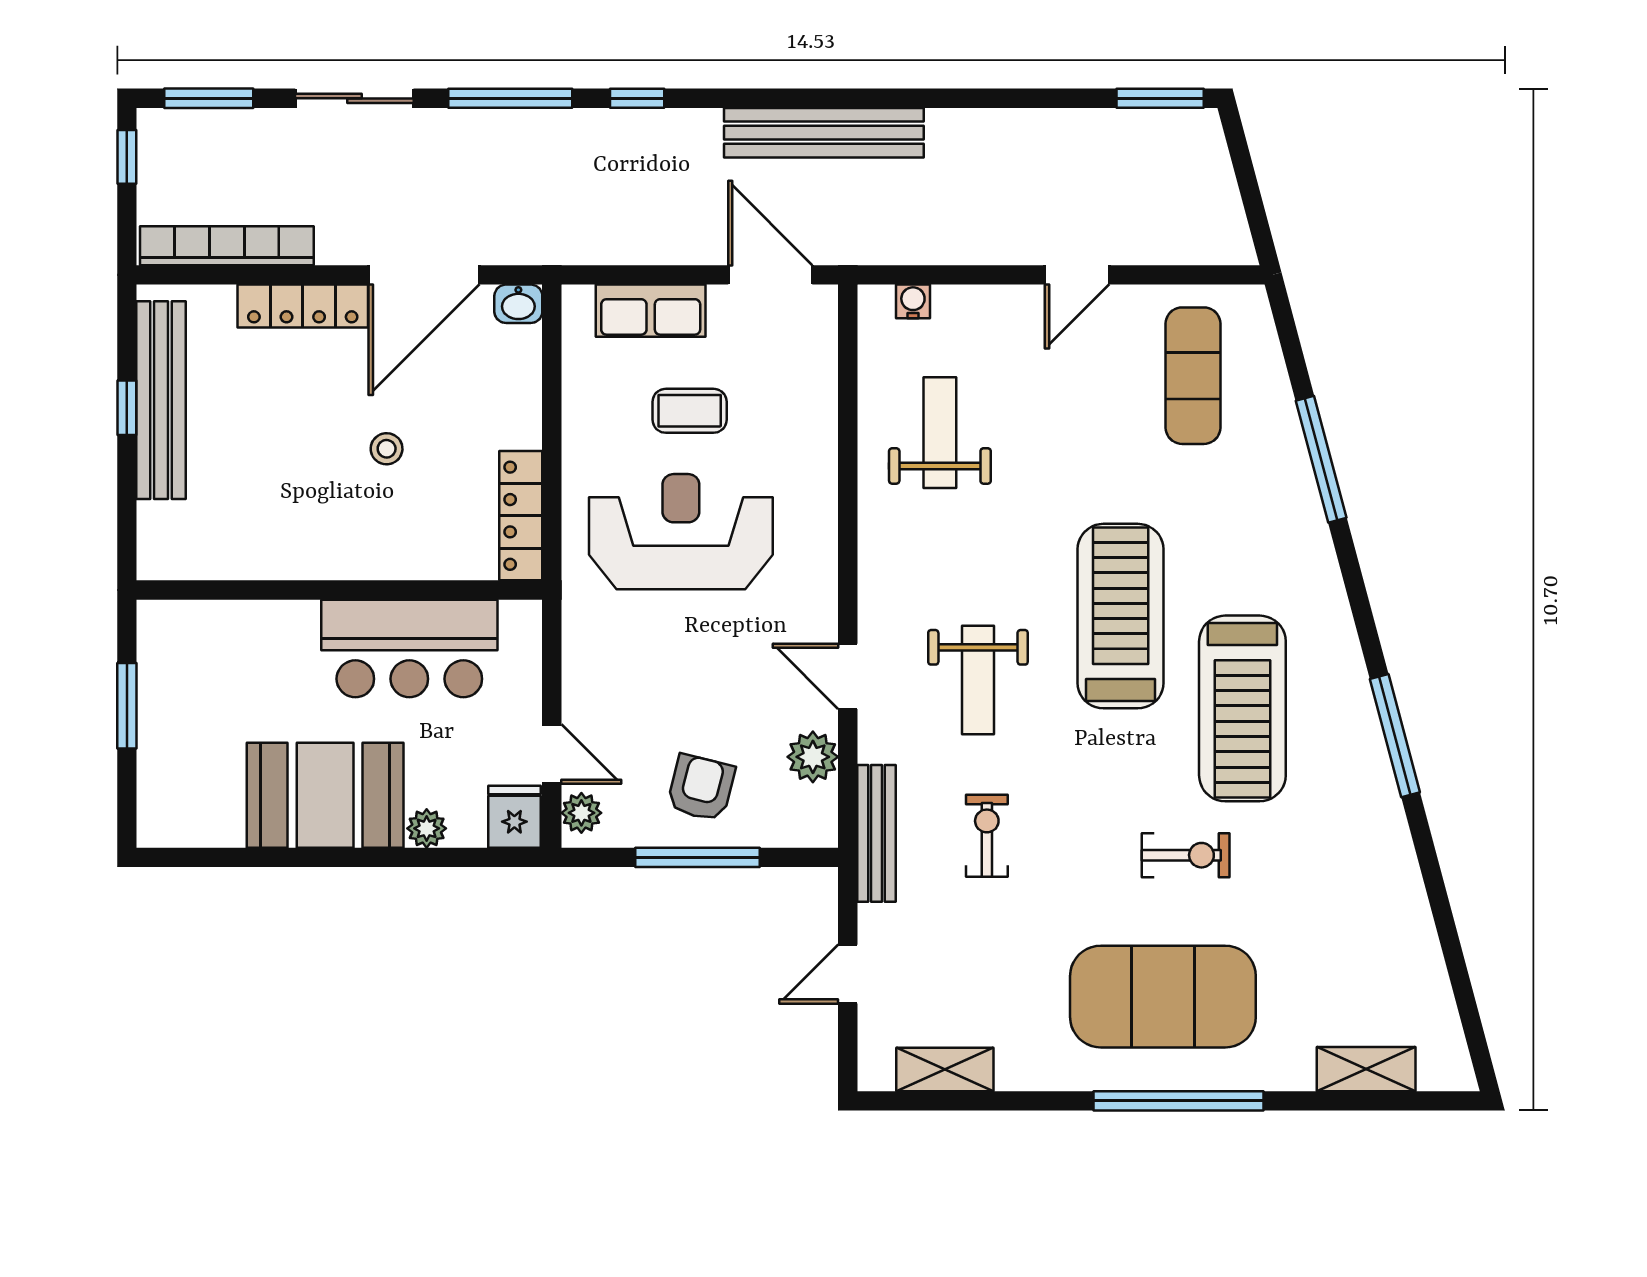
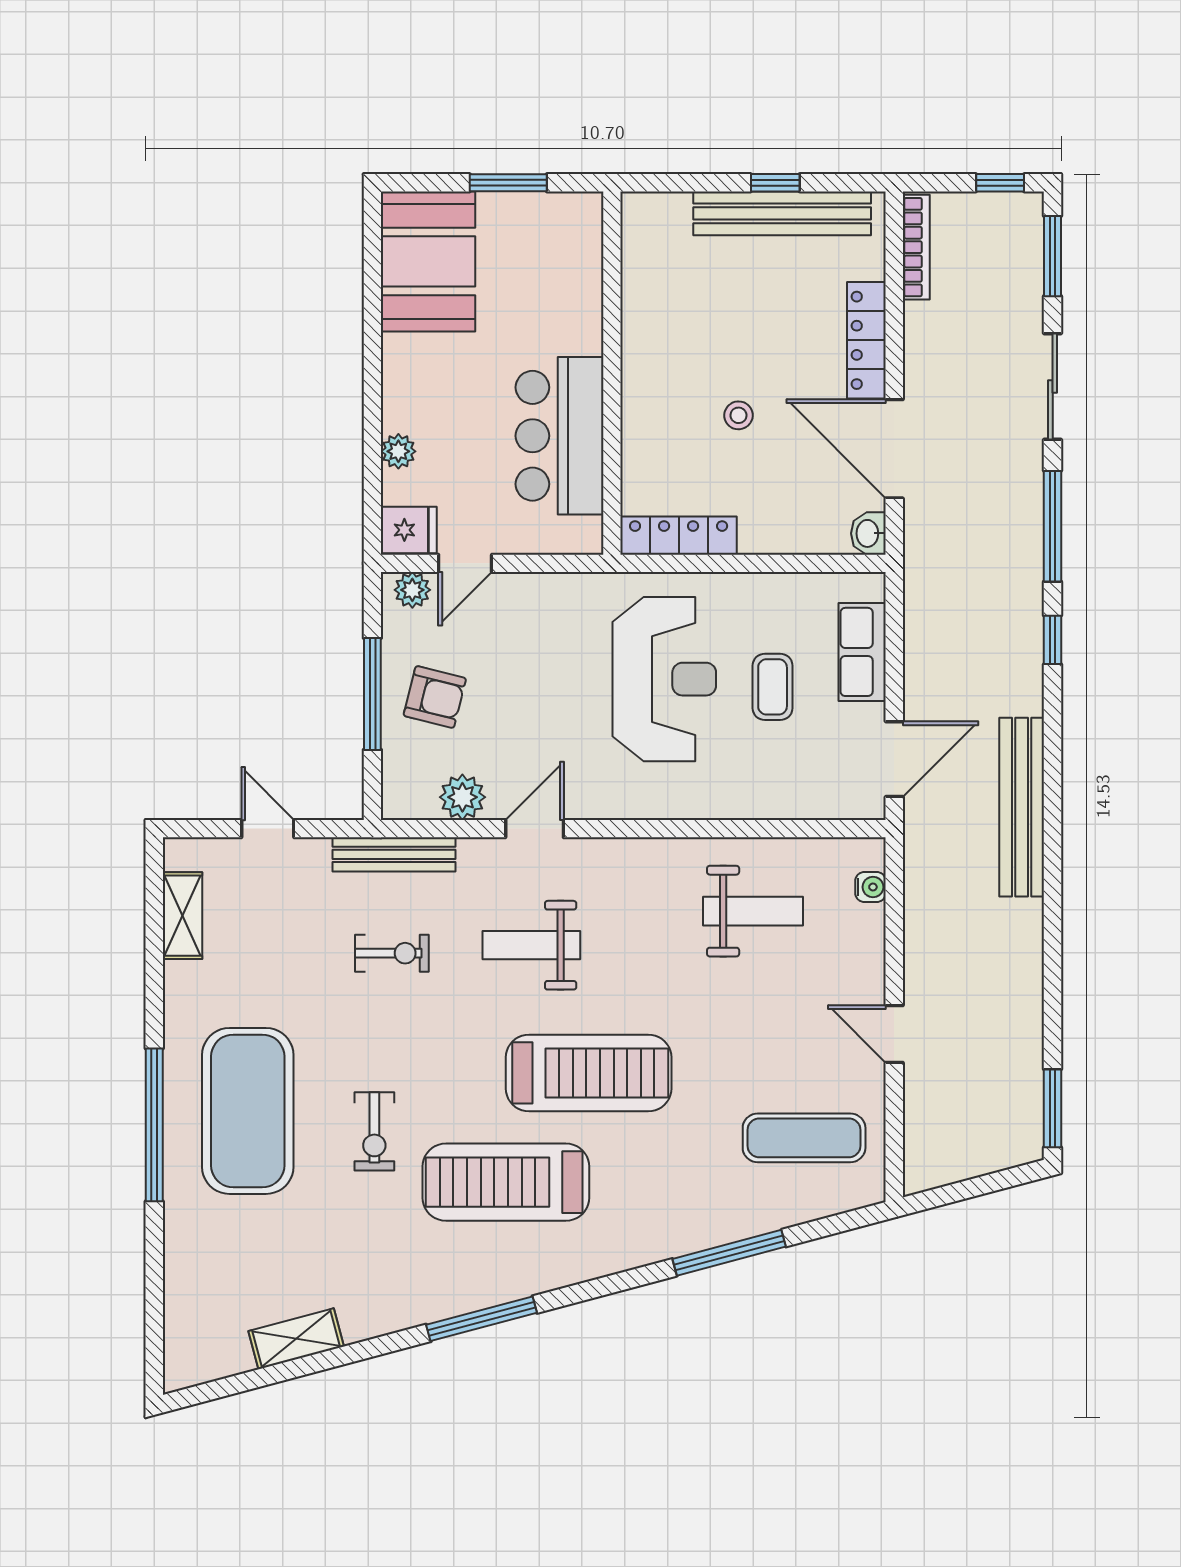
bookcase: (227, 246) -> (916, 247), width x0.68, depth x0.76
booth: (325, 795) -> (428, 261), moved
shelving: (1366, 1069) -> (296, 1339), moved, turned 75

